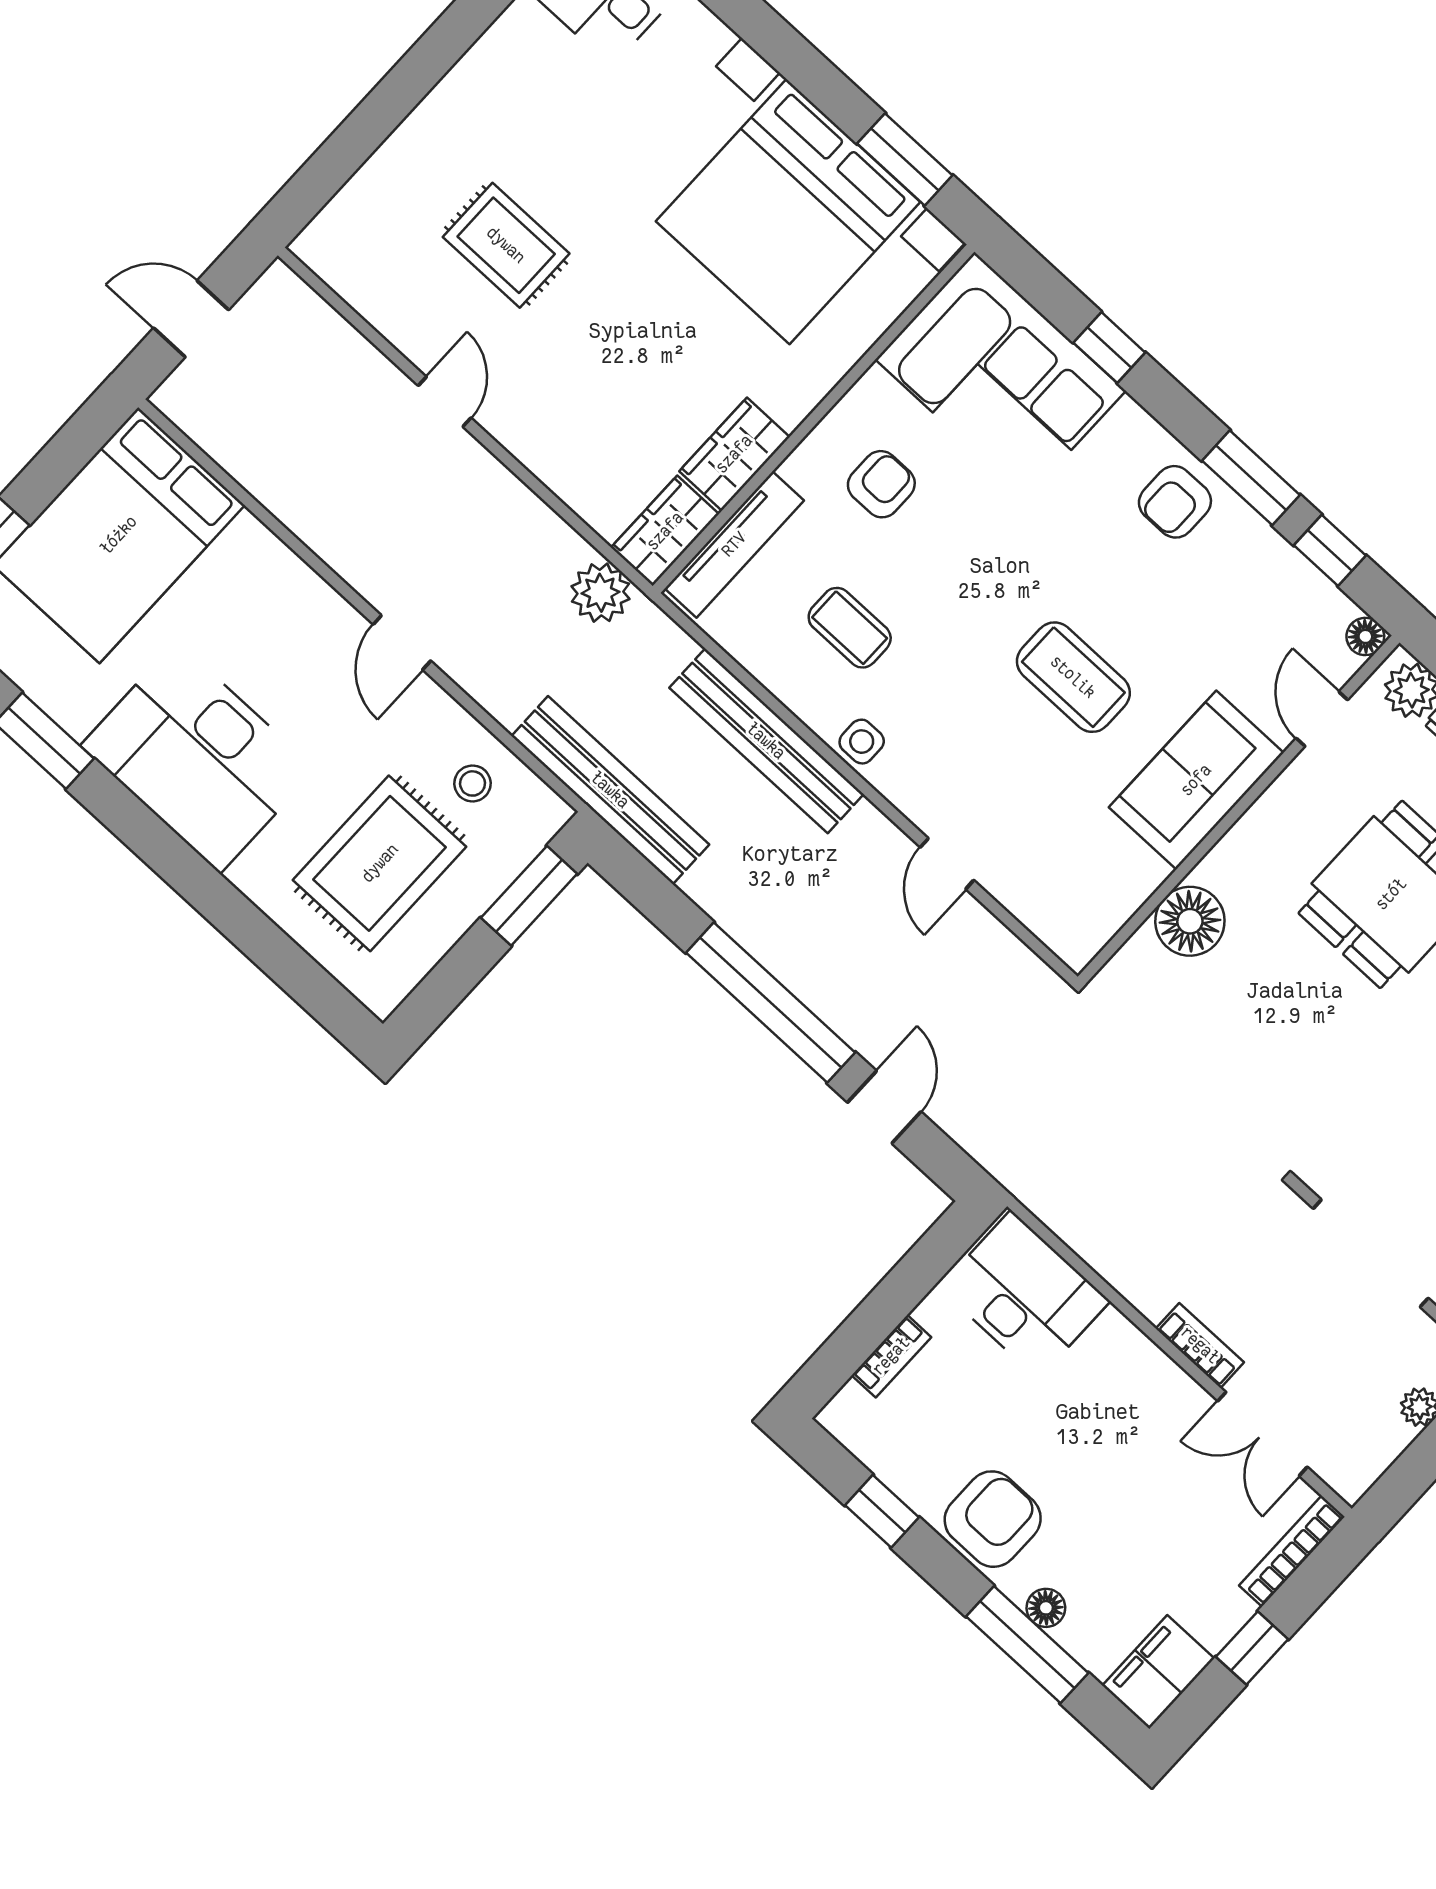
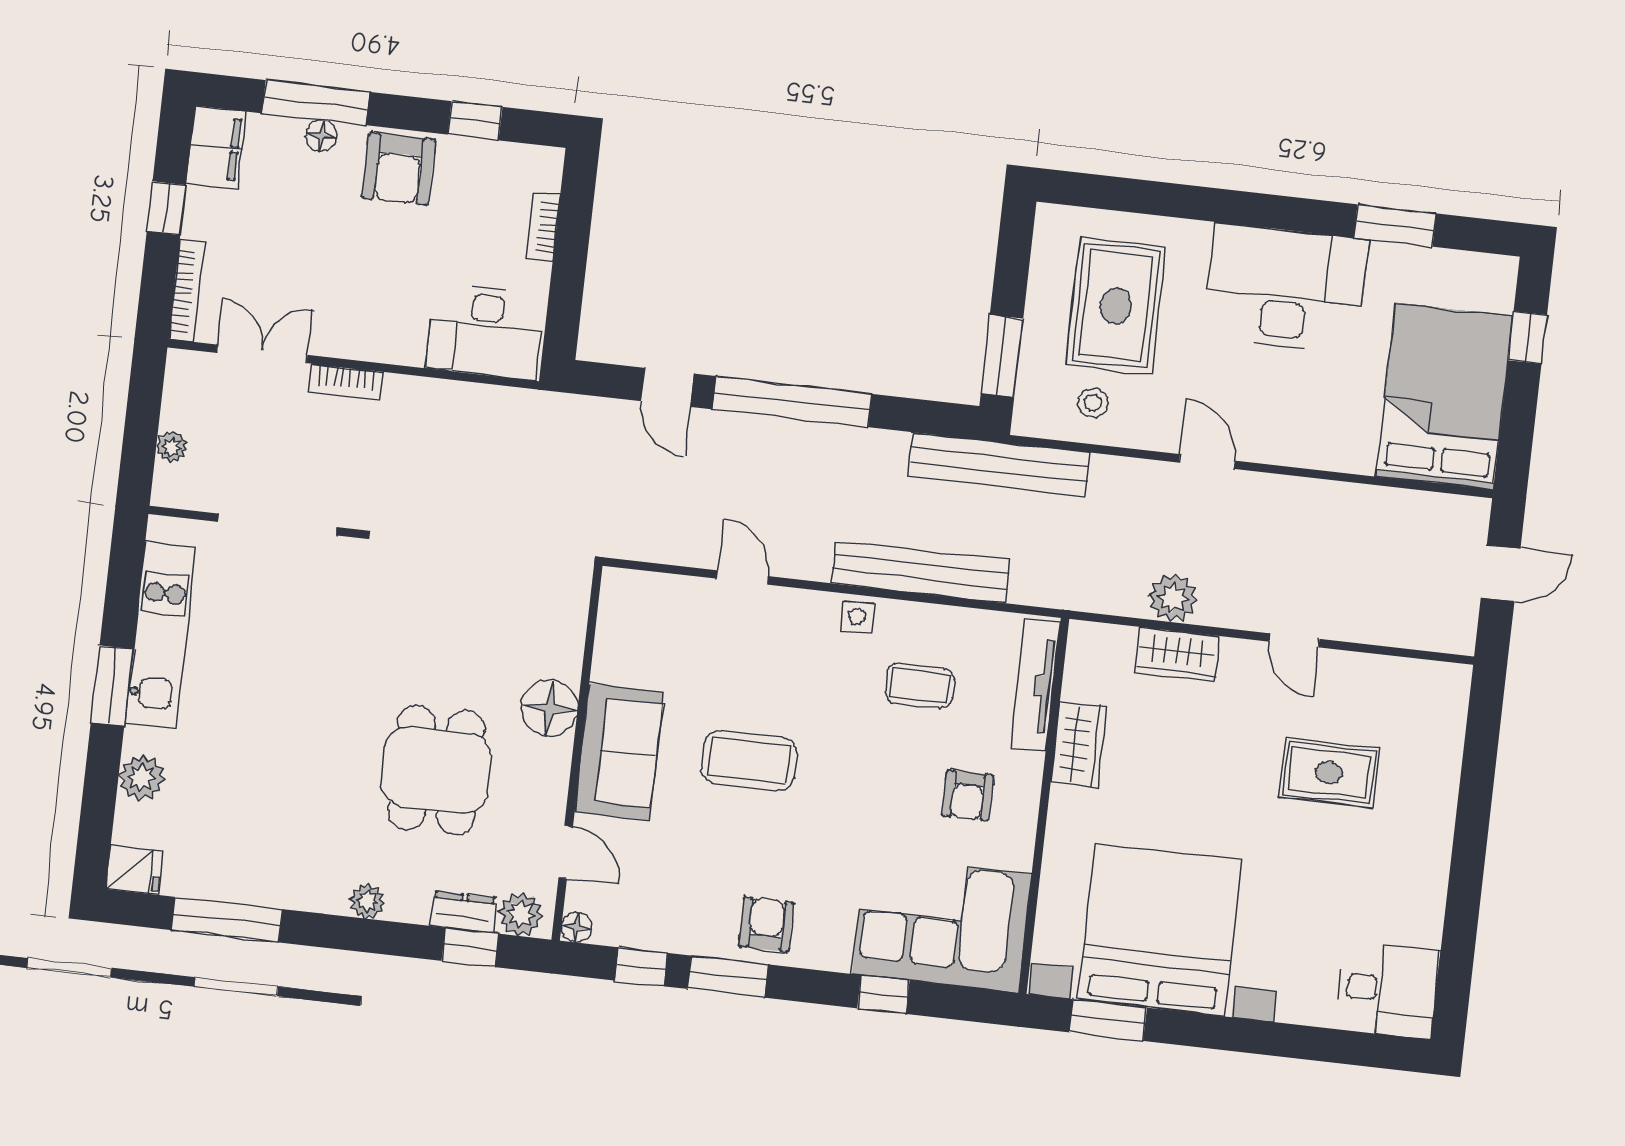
wardrobe: (665, 531) -> (1177, 654), moved, turned 90
plant: (600, 593) -> (1173, 598), moved
floor lamp: (1190, 921) -> (550, 708), moved

